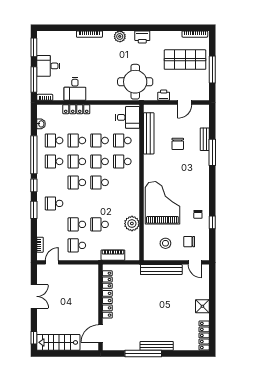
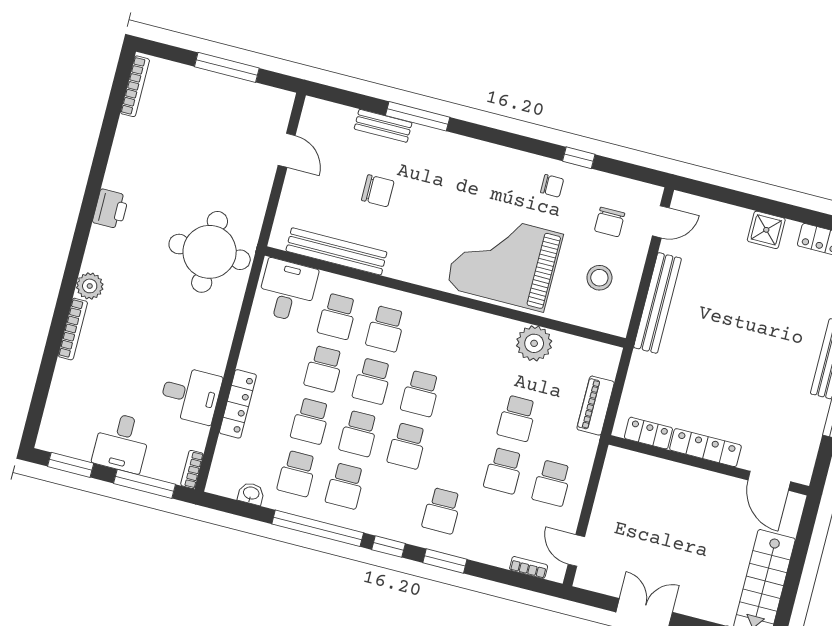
plant: (120, 36) -> (90, 286), moved
shop shelf: (185, 60) -> (188, 124), removed
printer: (164, 95) -> (257, 194), removed

